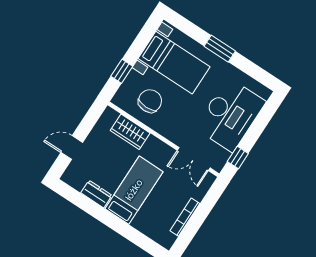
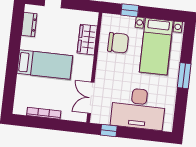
dresser: (96, 194) -> (29, 24), moved

